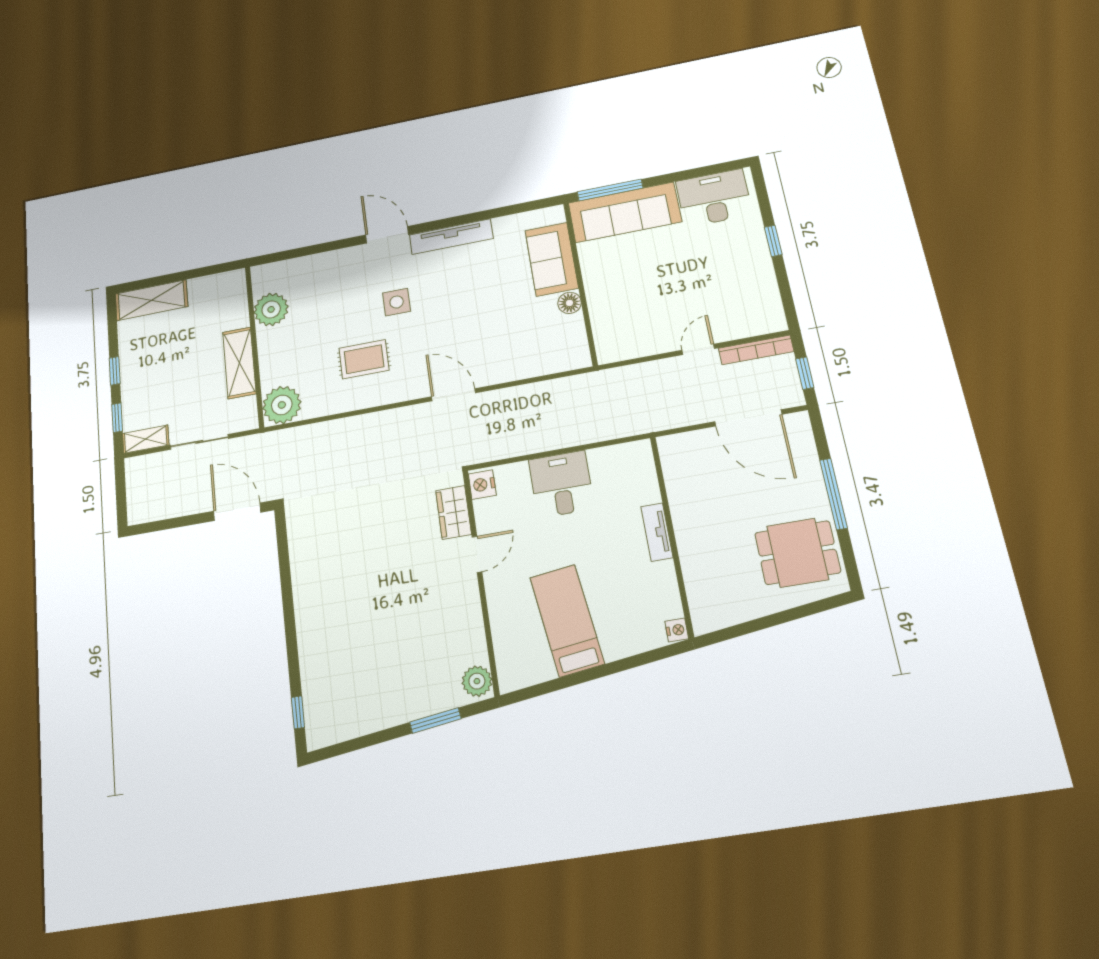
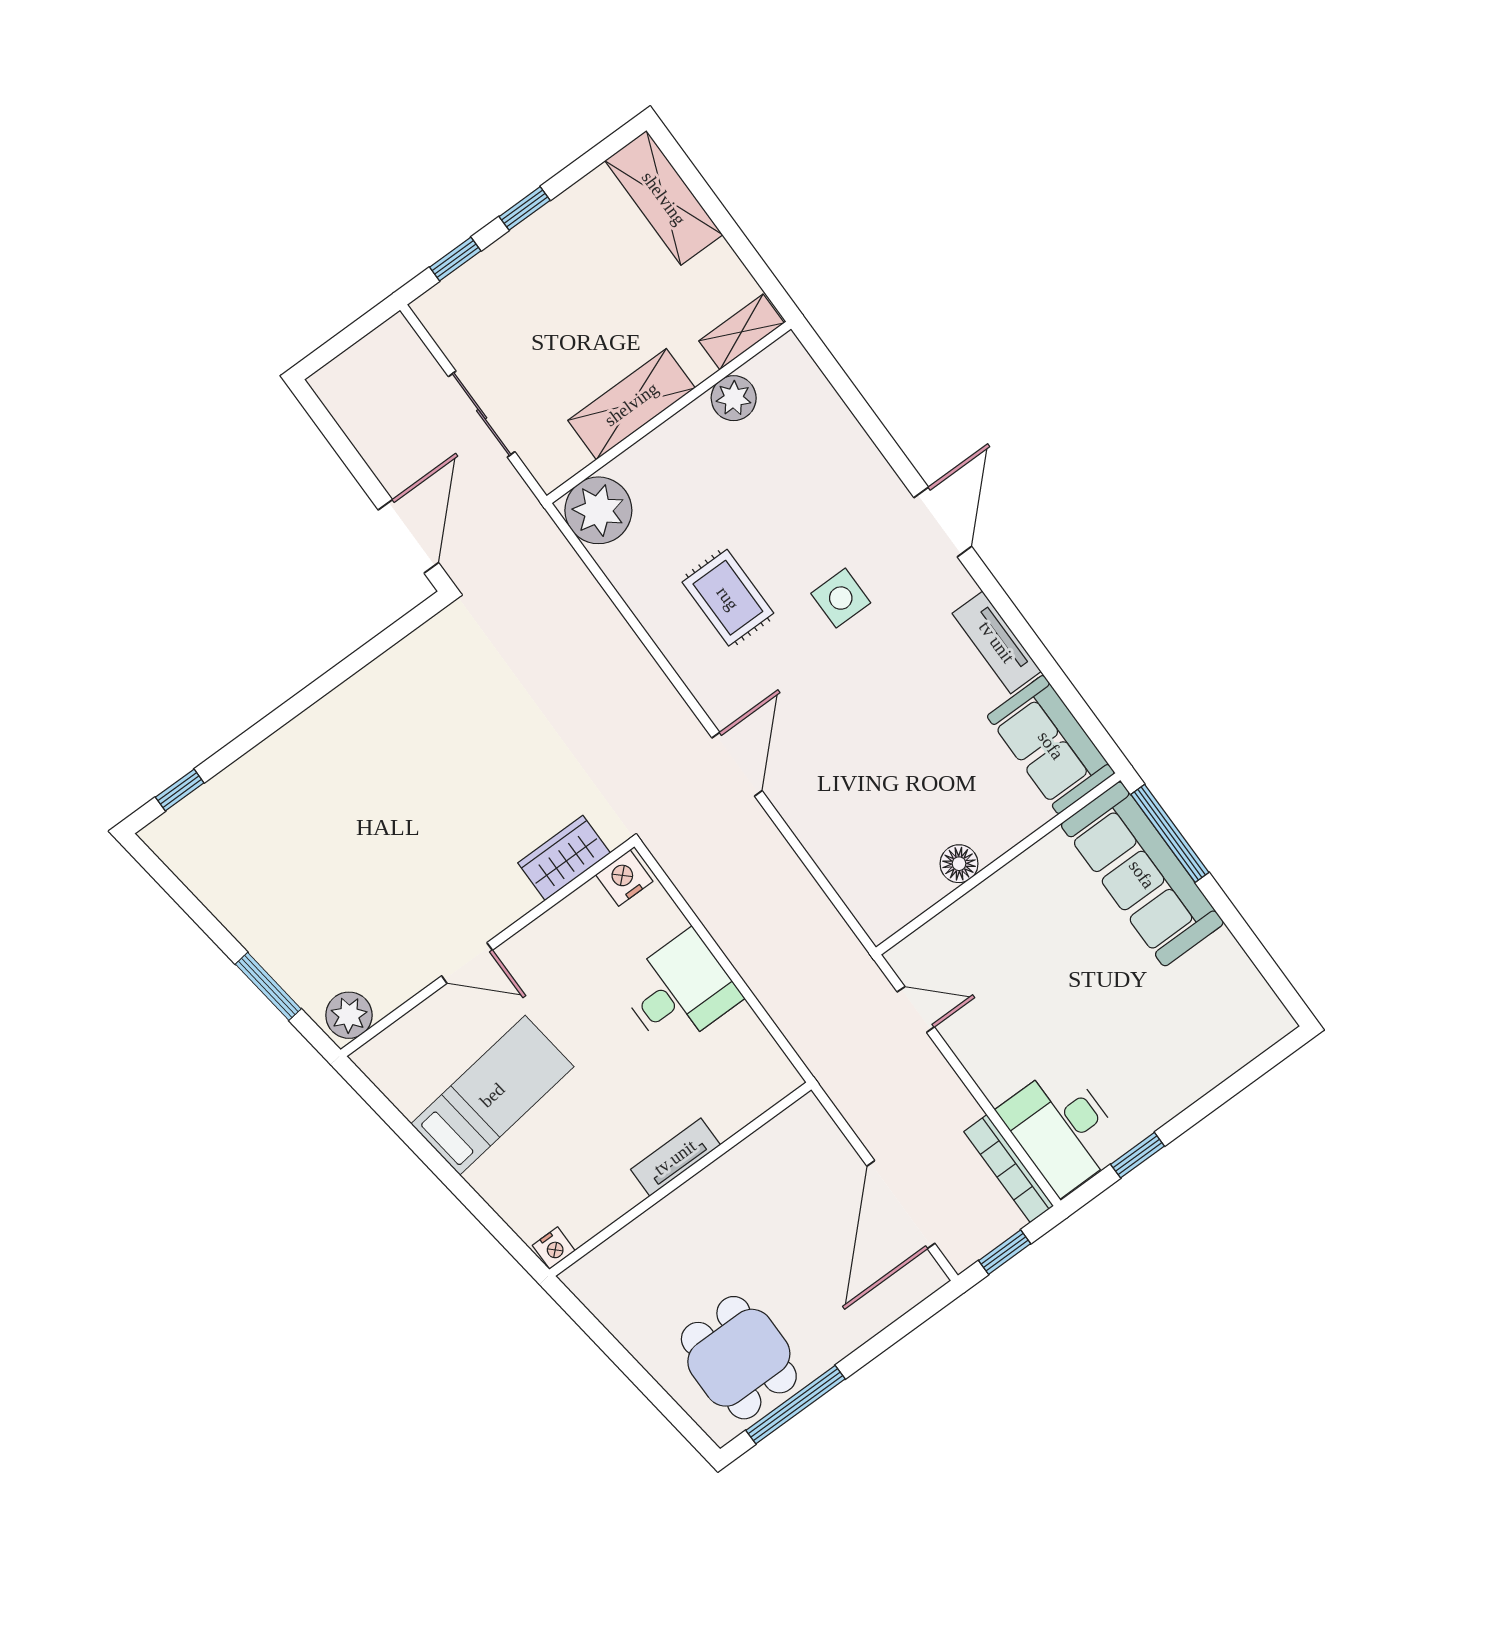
desk: (714, 198) -> (1062, 1129), moved, turned 180
tv unit: (451, 237) -> (997, 642), width x0.71
window: (773, 241) -> (1138, 1155), moved
sofa: (552, 259) -> (1051, 745), moved, turned -90
plant: (271, 309) -> (734, 398), width x0.73, depth x0.73
door: (698, 349) -> (916, 1009), moved
shelving: (146, 439) -> (741, 332), moved, turned 90
window: (834, 494) -> (795, 1405), moved
door: (477, 554) -> (467, 963), moved

